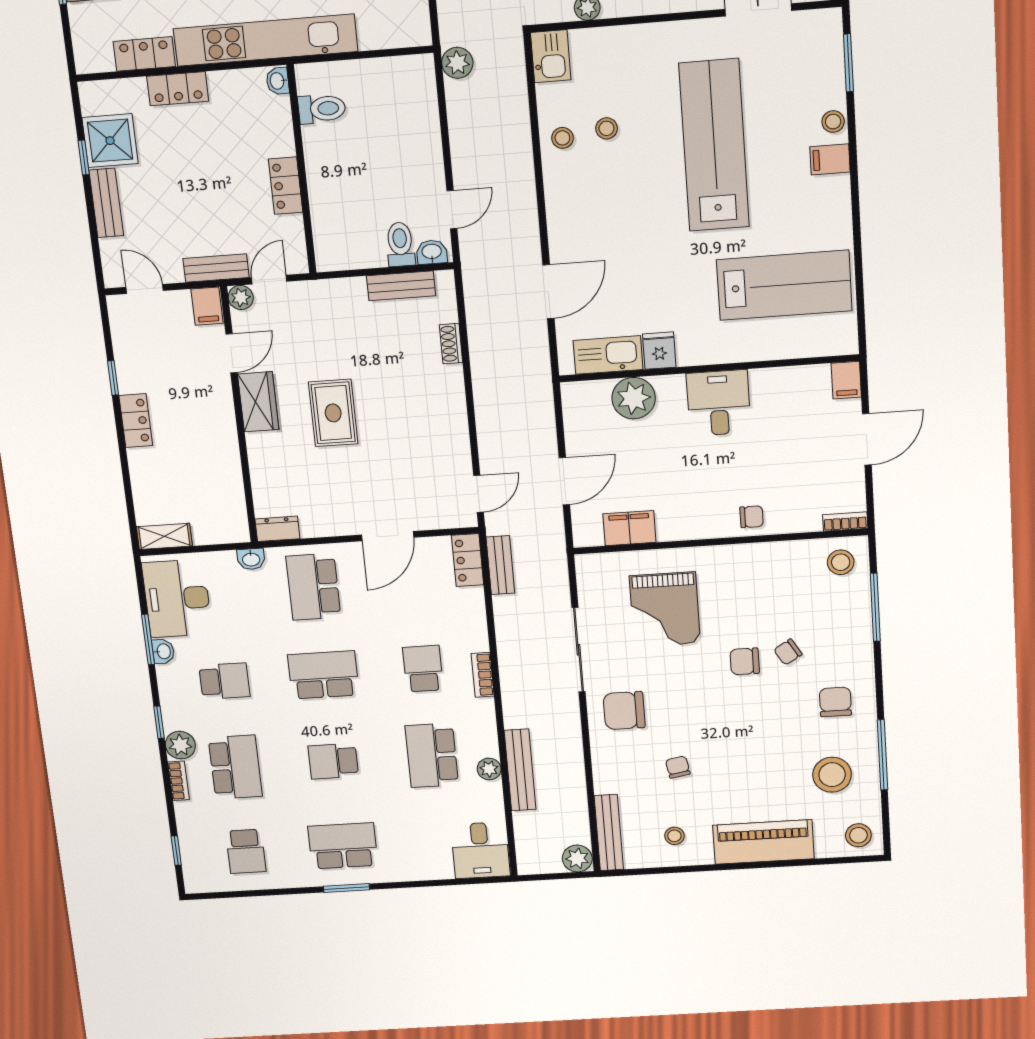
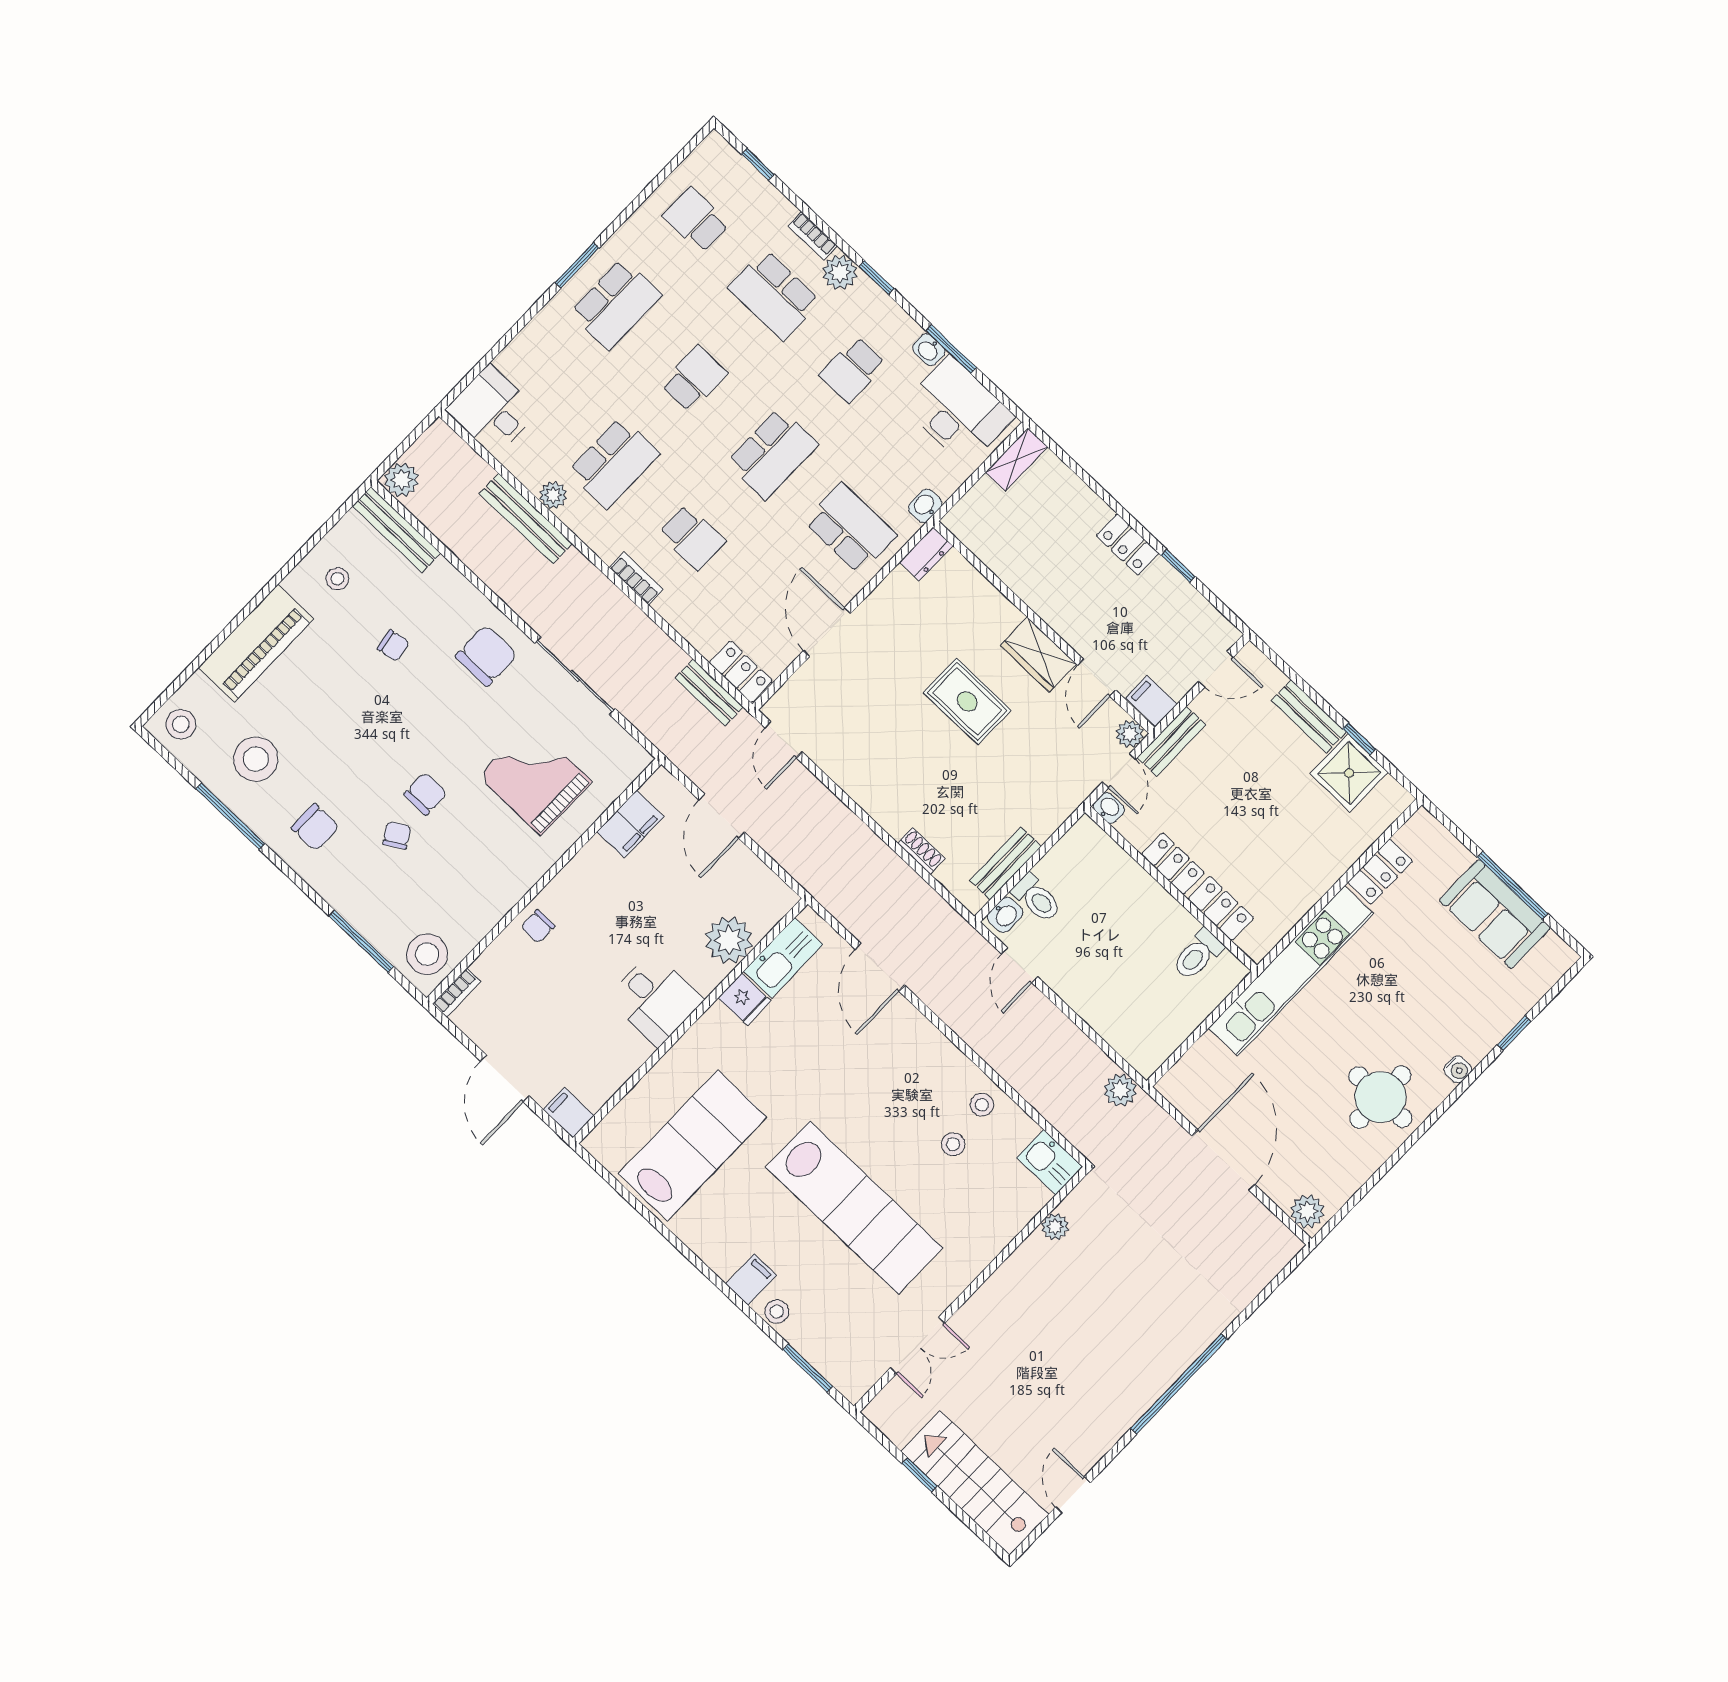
washbasin: (278, 81) -> (1109, 808), moved
locker: (178, 89) -> (1221, 908), moved, turned 90
lab bench: (784, 285) -> (693, 1145), turned 180
stool: (841, 562) -> (427, 954), width x1.38, depth x1.38
school desk: (432, 755) -> (614, 463), turned 90

